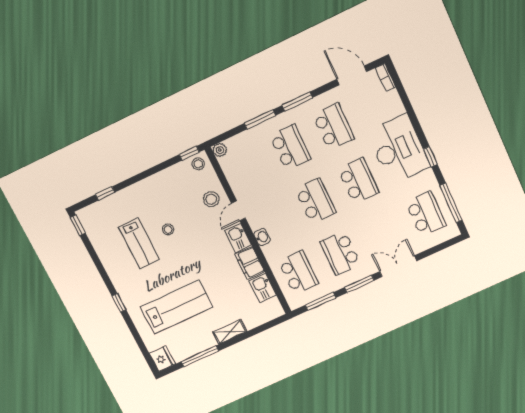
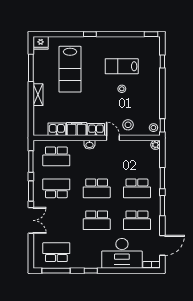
desk: (399, 149) -> (122, 253), moved
school desk: (426, 214) -> (56, 252), turned 180

